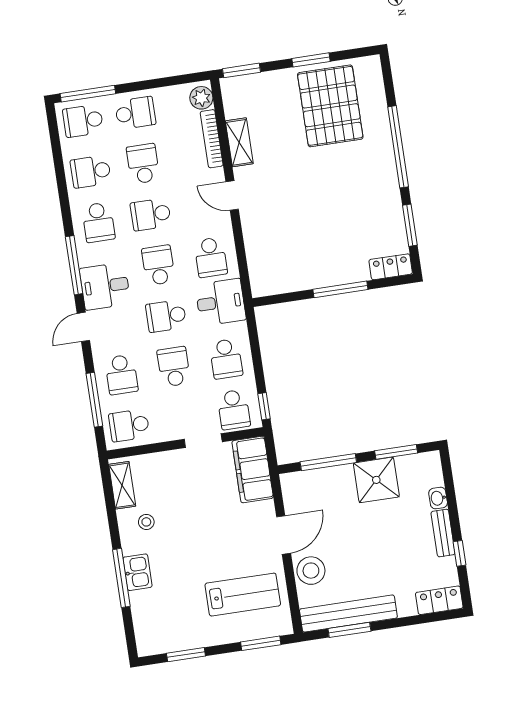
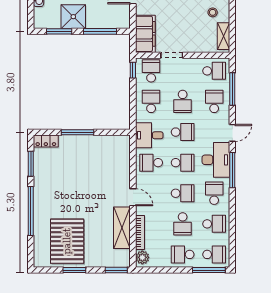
shelving: (239, 142) -> (122, 228), width x1.50, depth x1.33
school desk: (211, 257) -> (151, 163), turned -90
school desk: (158, 265) -> (183, 163), turned -90
desk: (105, 286) -> (216, 160), width x1.37

